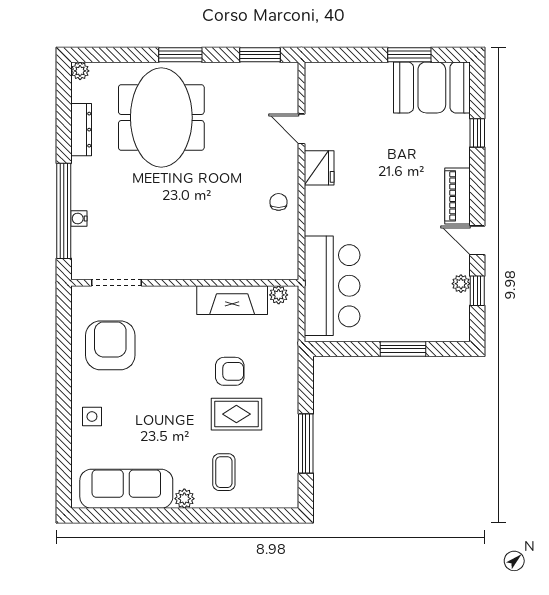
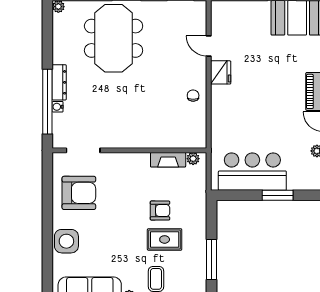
dresser: (81, 130) -> (59, 82), moved
bar counter: (332, 286) -> (252, 172), moved, turned -90
fireplace: (232, 300) -> (168, 160), width x0.73, depth x0.76
armchair: (110, 345) -> (79, 193), turned 90
side table: (92, 417) -> (66, 241), width x1.87, depth x1.87

